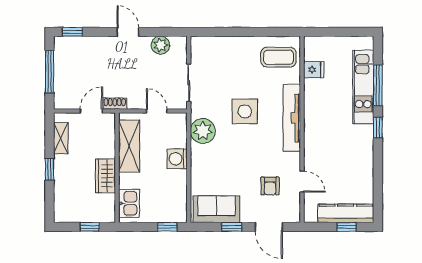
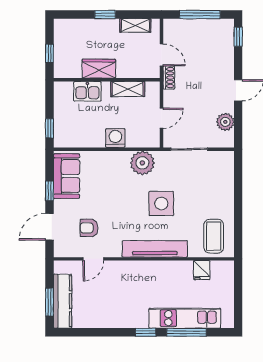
shelving: (129, 146) -> (128, 89), width x0.67, depth x0.75
kitchen sink: (129, 203) -> (87, 91), moved
window: (347, 227) -> (49, 302), width x1.50

